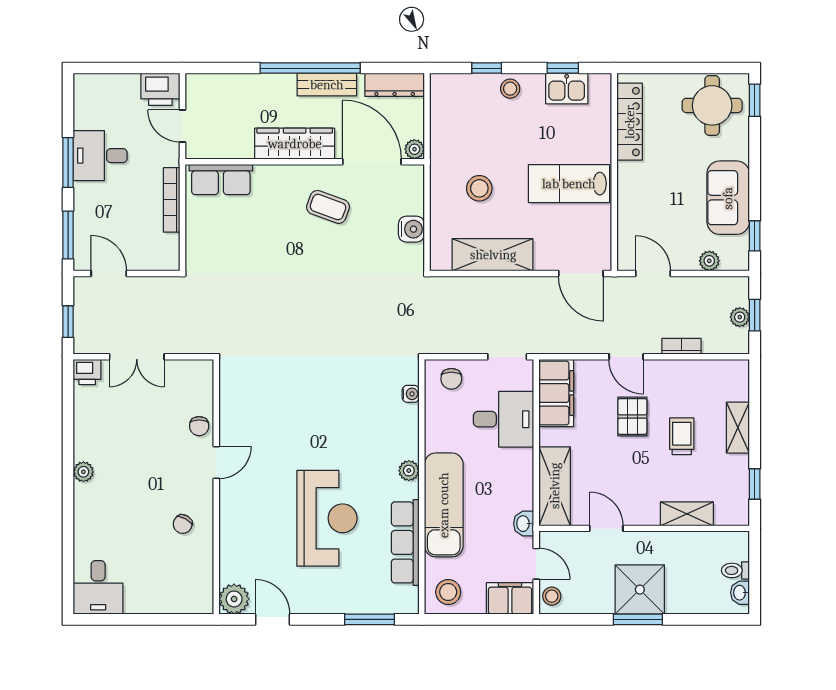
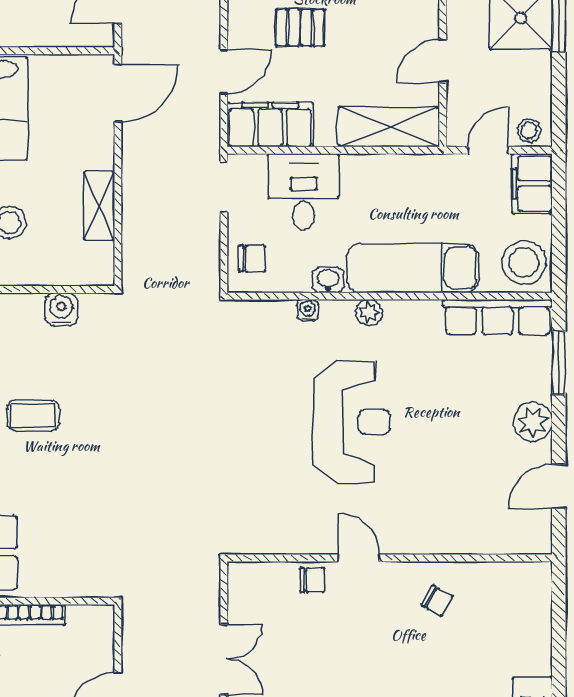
coffee table: (328, 207) -> (33, 416), turned 70
shelving: (493, 255) -> (99, 206), width x0.67, depth x0.75
door: (626, 357) -> (224, 72), moved
water cooler: (411, 394) -> (308, 310), moved
reception desk: (327, 518) -> (352, 422), moved, turned 90
washbasin: (524, 524) -> (328, 280), moved, turned 180
row of seats: (405, 542) -> (498, 317), moved
stool: (448, 592) -> (524, 262), width x1.38, depth x1.38
plant: (234, 599) -> (533, 422), moved

